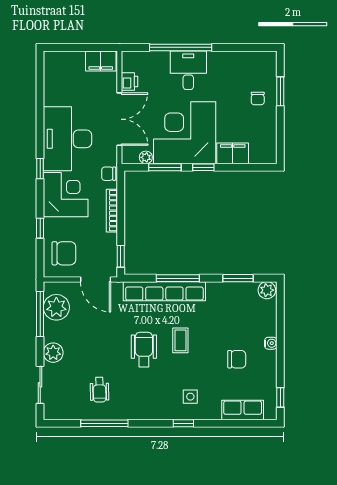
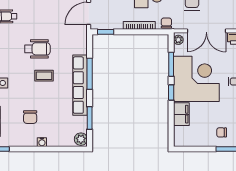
plant: (146, 157) -> (178, 40), moved
row of seats: (164, 291) -> (80, 85), moved

